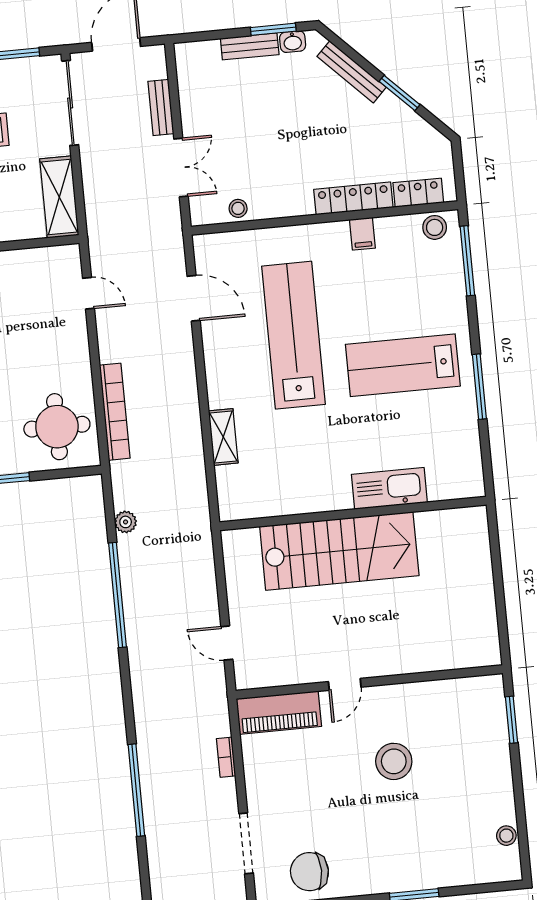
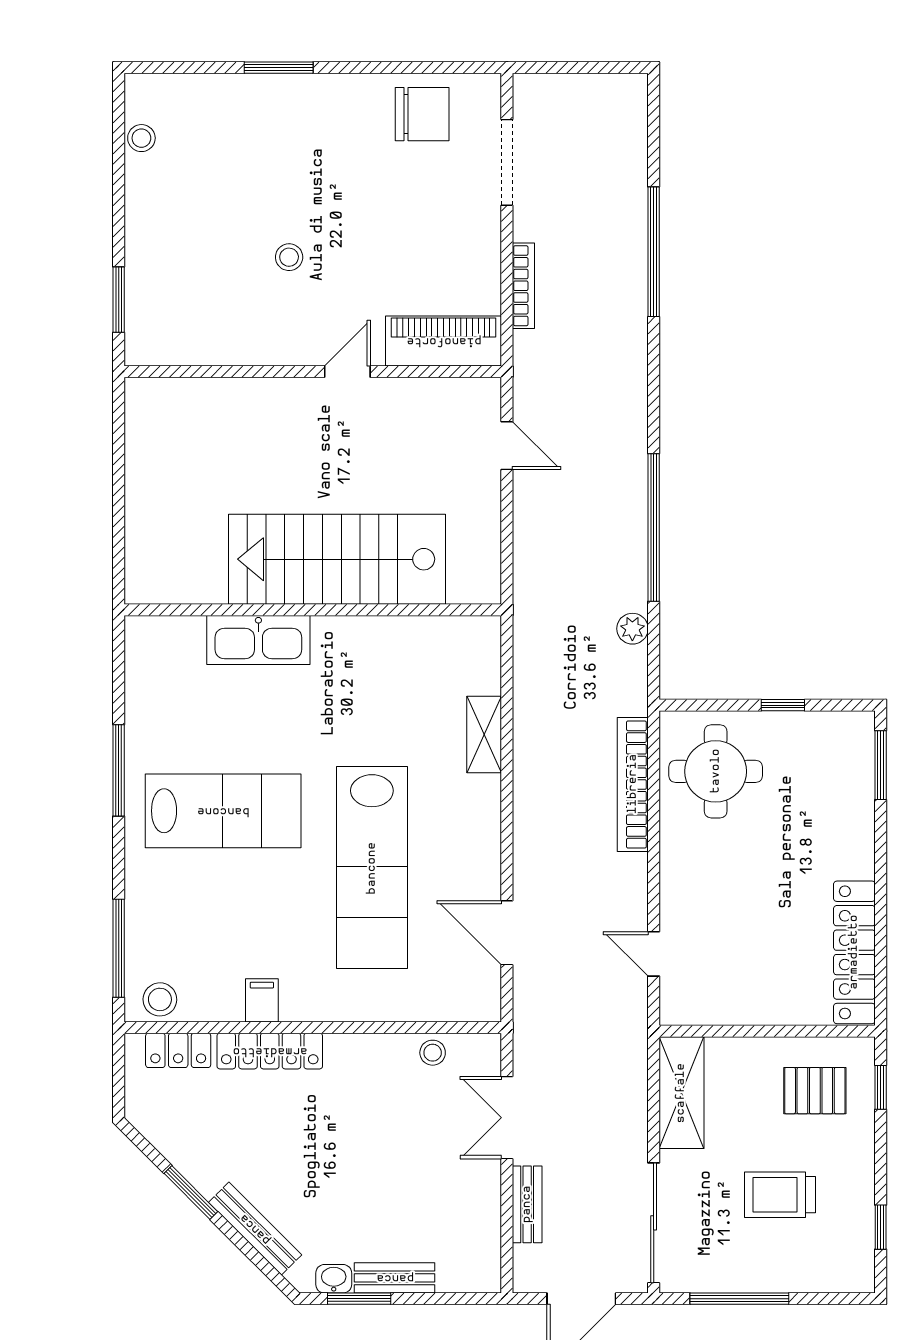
bookcase: (226, 757) -> (523, 286), width x1.56
stool: (394, 761) -> (289, 257), width x0.53, depth x0.53

